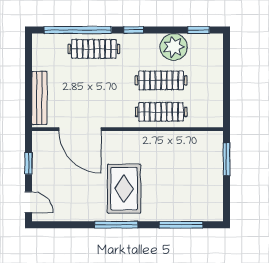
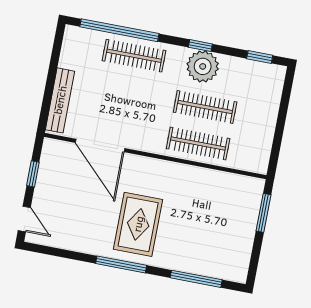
window: (134, 30) -> (200, 46), moved
plant: (174, 47) -> (203, 66), moved

